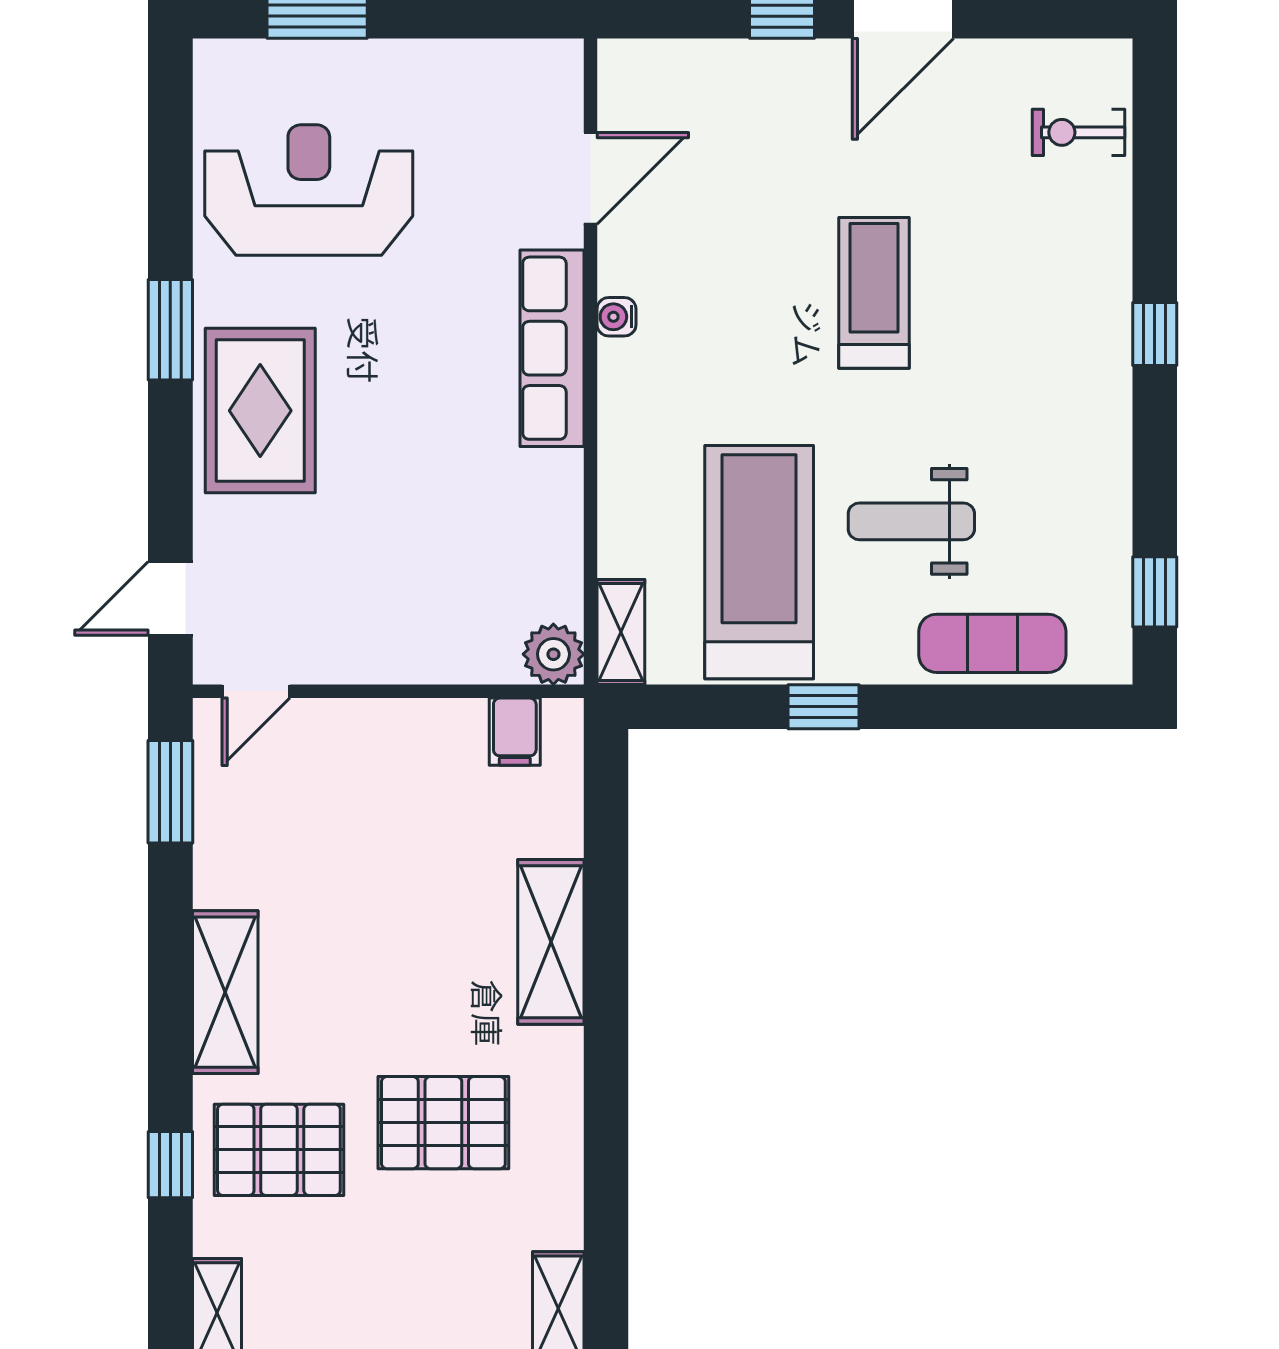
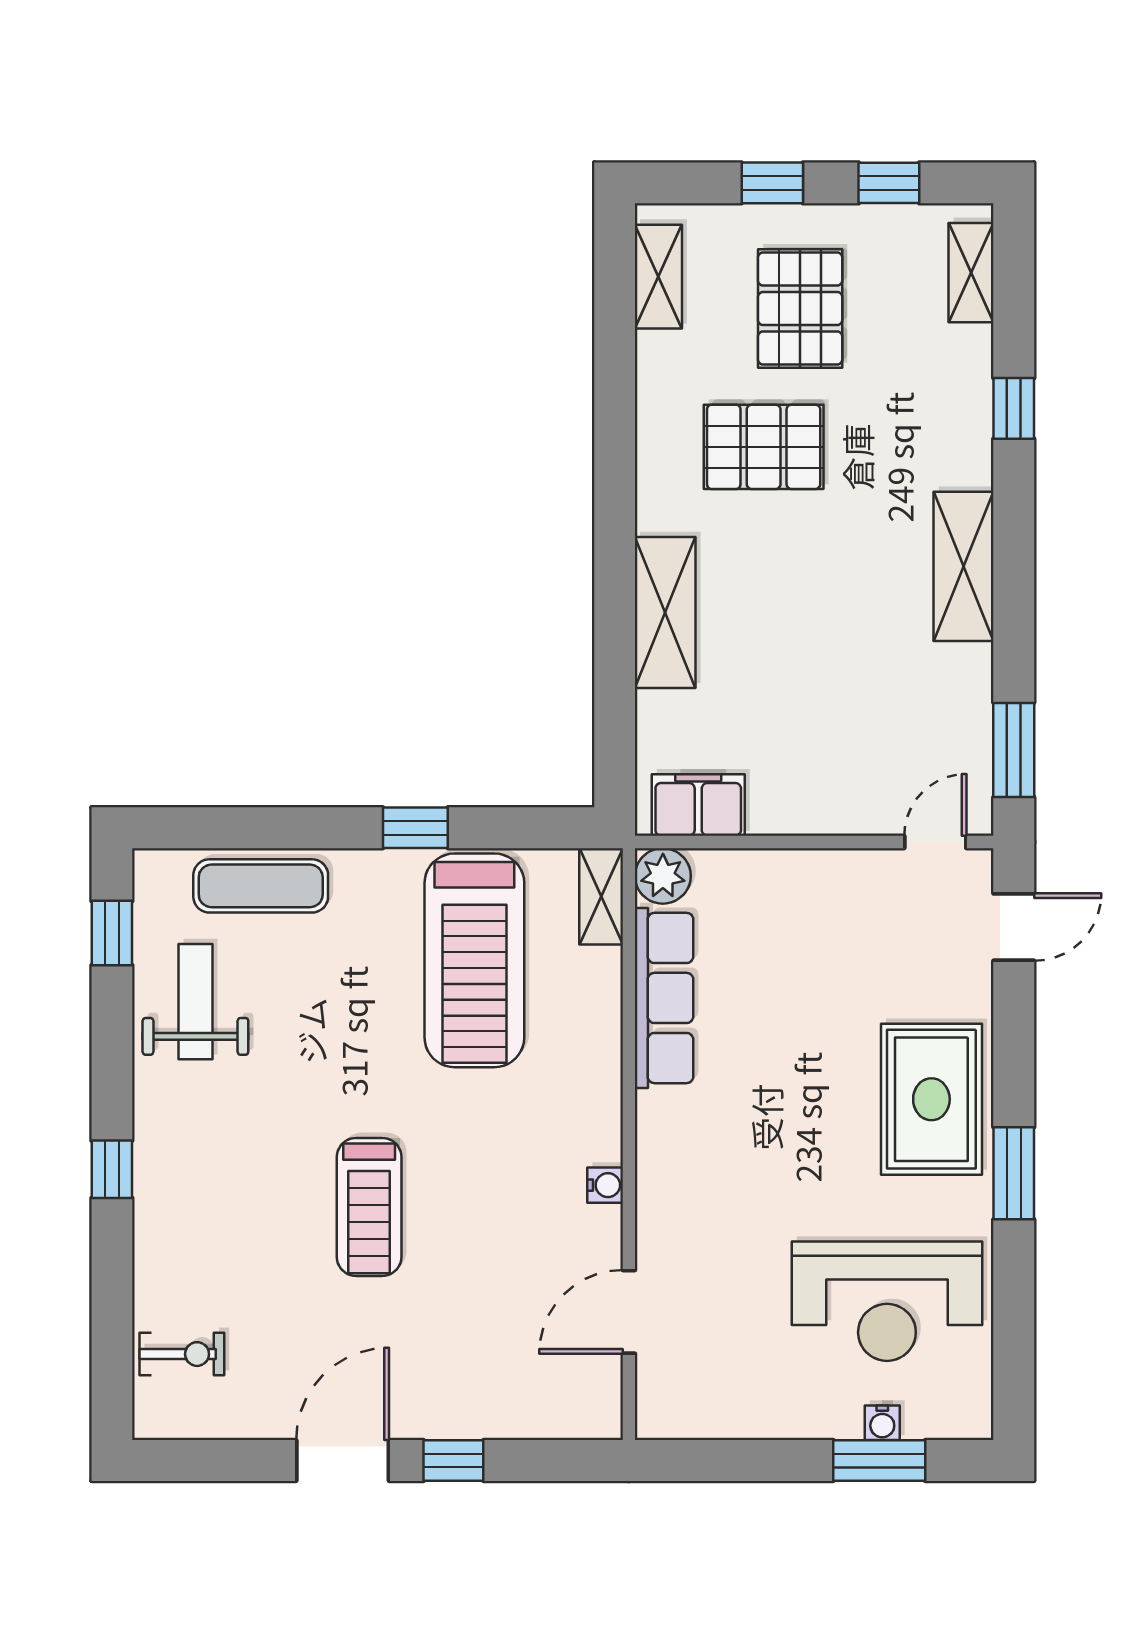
water cooler: (314, 57) -> (882, 1423), added
row of seats: (552, 348) -> (664, 998), moved
weight bench: (911, 521) -> (195, 1002), moved, turned -90
filing cabinet: (515, 732) -> (698, 805), width x2.00
pallet: (279, 1150) -> (800, 308), moved, turned 90

